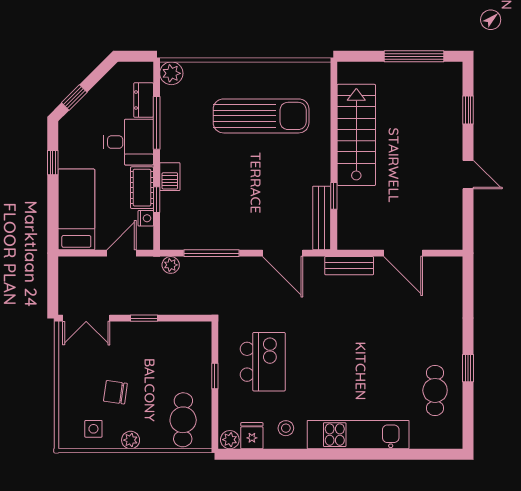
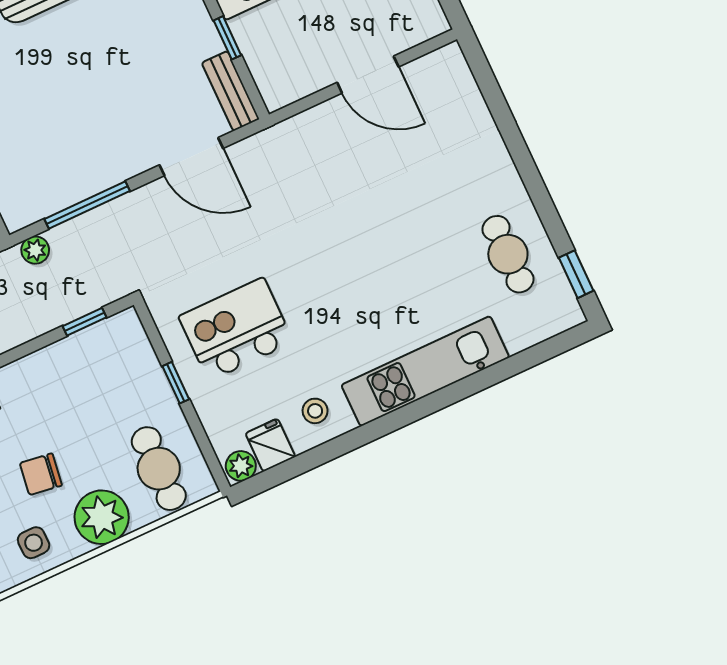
bench: (322, 218) -> (230, 91), width x0.73
bench: (349, 266) -> (297, 130), removed
window: (144, 318) -> (85, 322), moved
kitchen island: (263, 362) -> (236, 329), turned -90
window: (468, 368) -> (576, 274), moved
plant: (131, 440) -> (102, 517), width x1.88, depth x1.88

